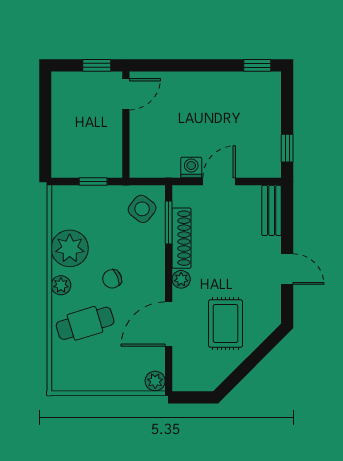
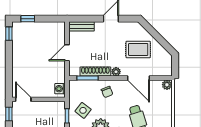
window: (287, 148) -> (28, 19), moved
washing machine: (191, 168) -> (60, 89), moved
door: (219, 182) -> (67, 53), hinge flipped
side table: (142, 209) -> (83, 110), moved
chair: (112, 279) -> (107, 92), moved

